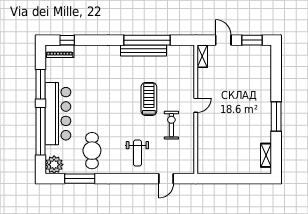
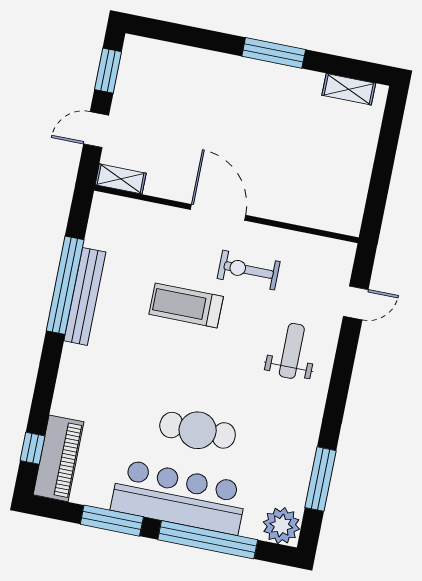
piano: (60, 51) -> (59, 458), width x1.37, depth x1.33
door: (196, 105) -> (218, 212), width x1.88
cafe table: (92, 151) -> (198, 430), moved
weight bench: (137, 153) -> (292, 351), turned -90
door: (166, 179) -> (356, 303), hinge flipped

